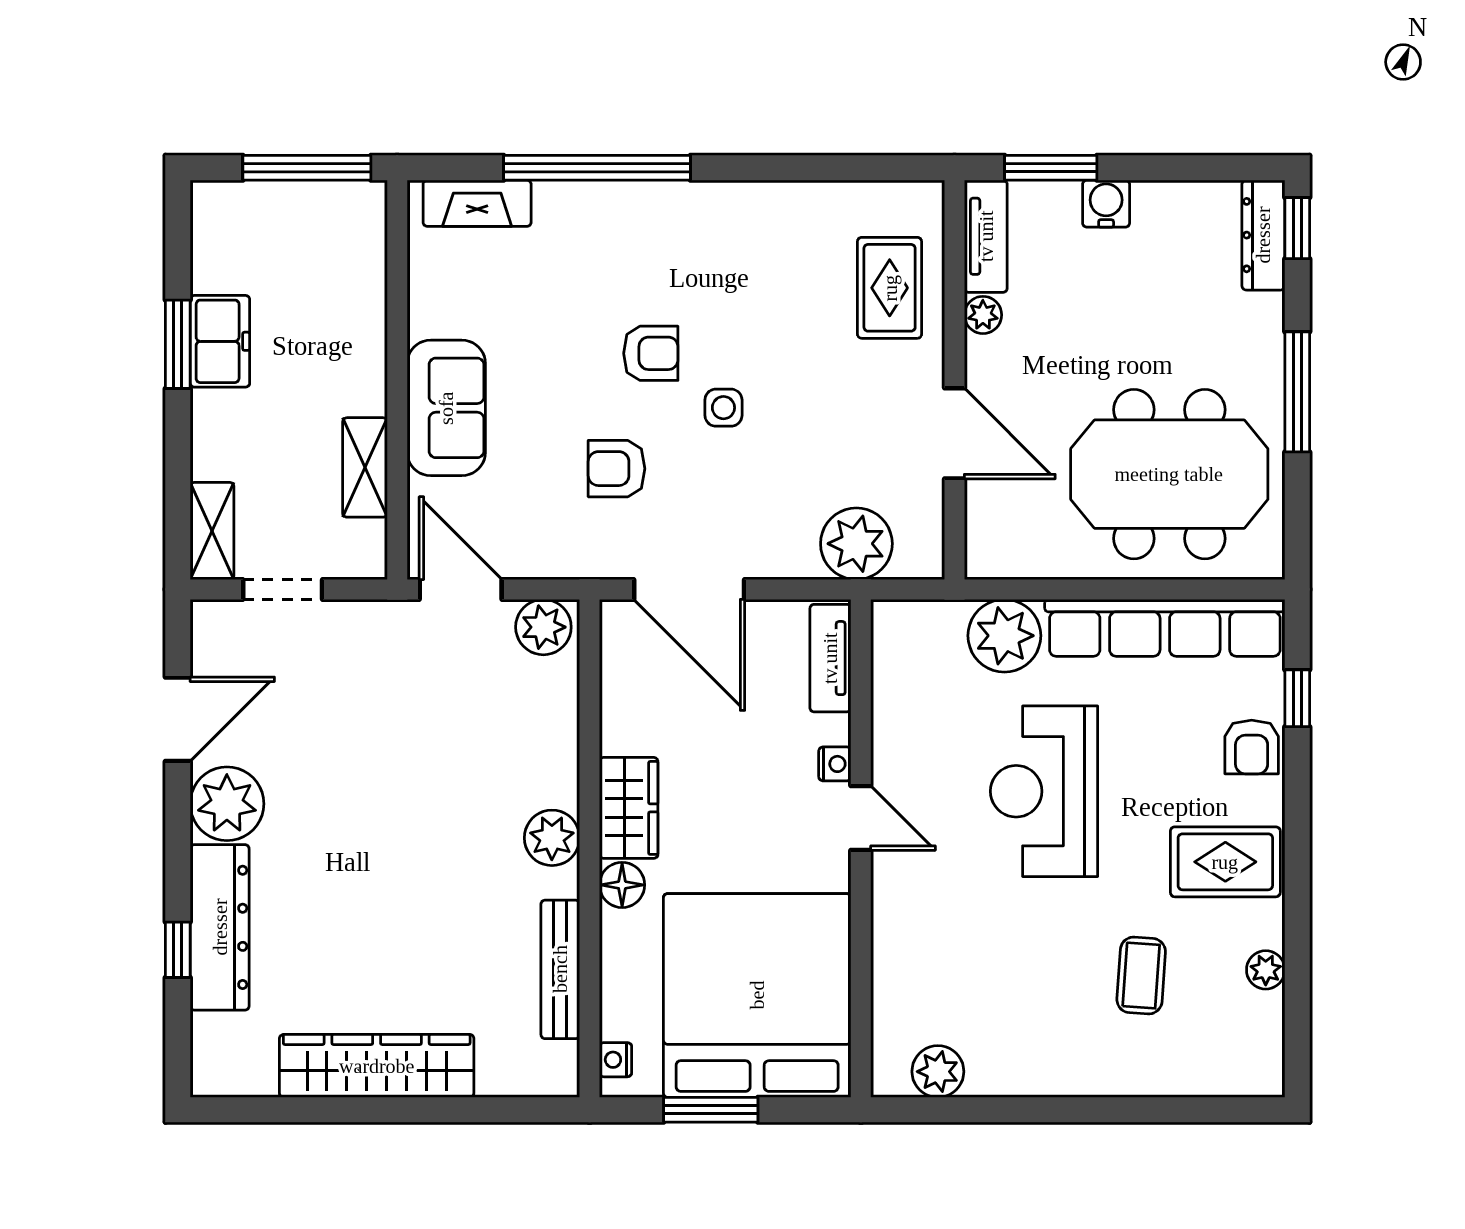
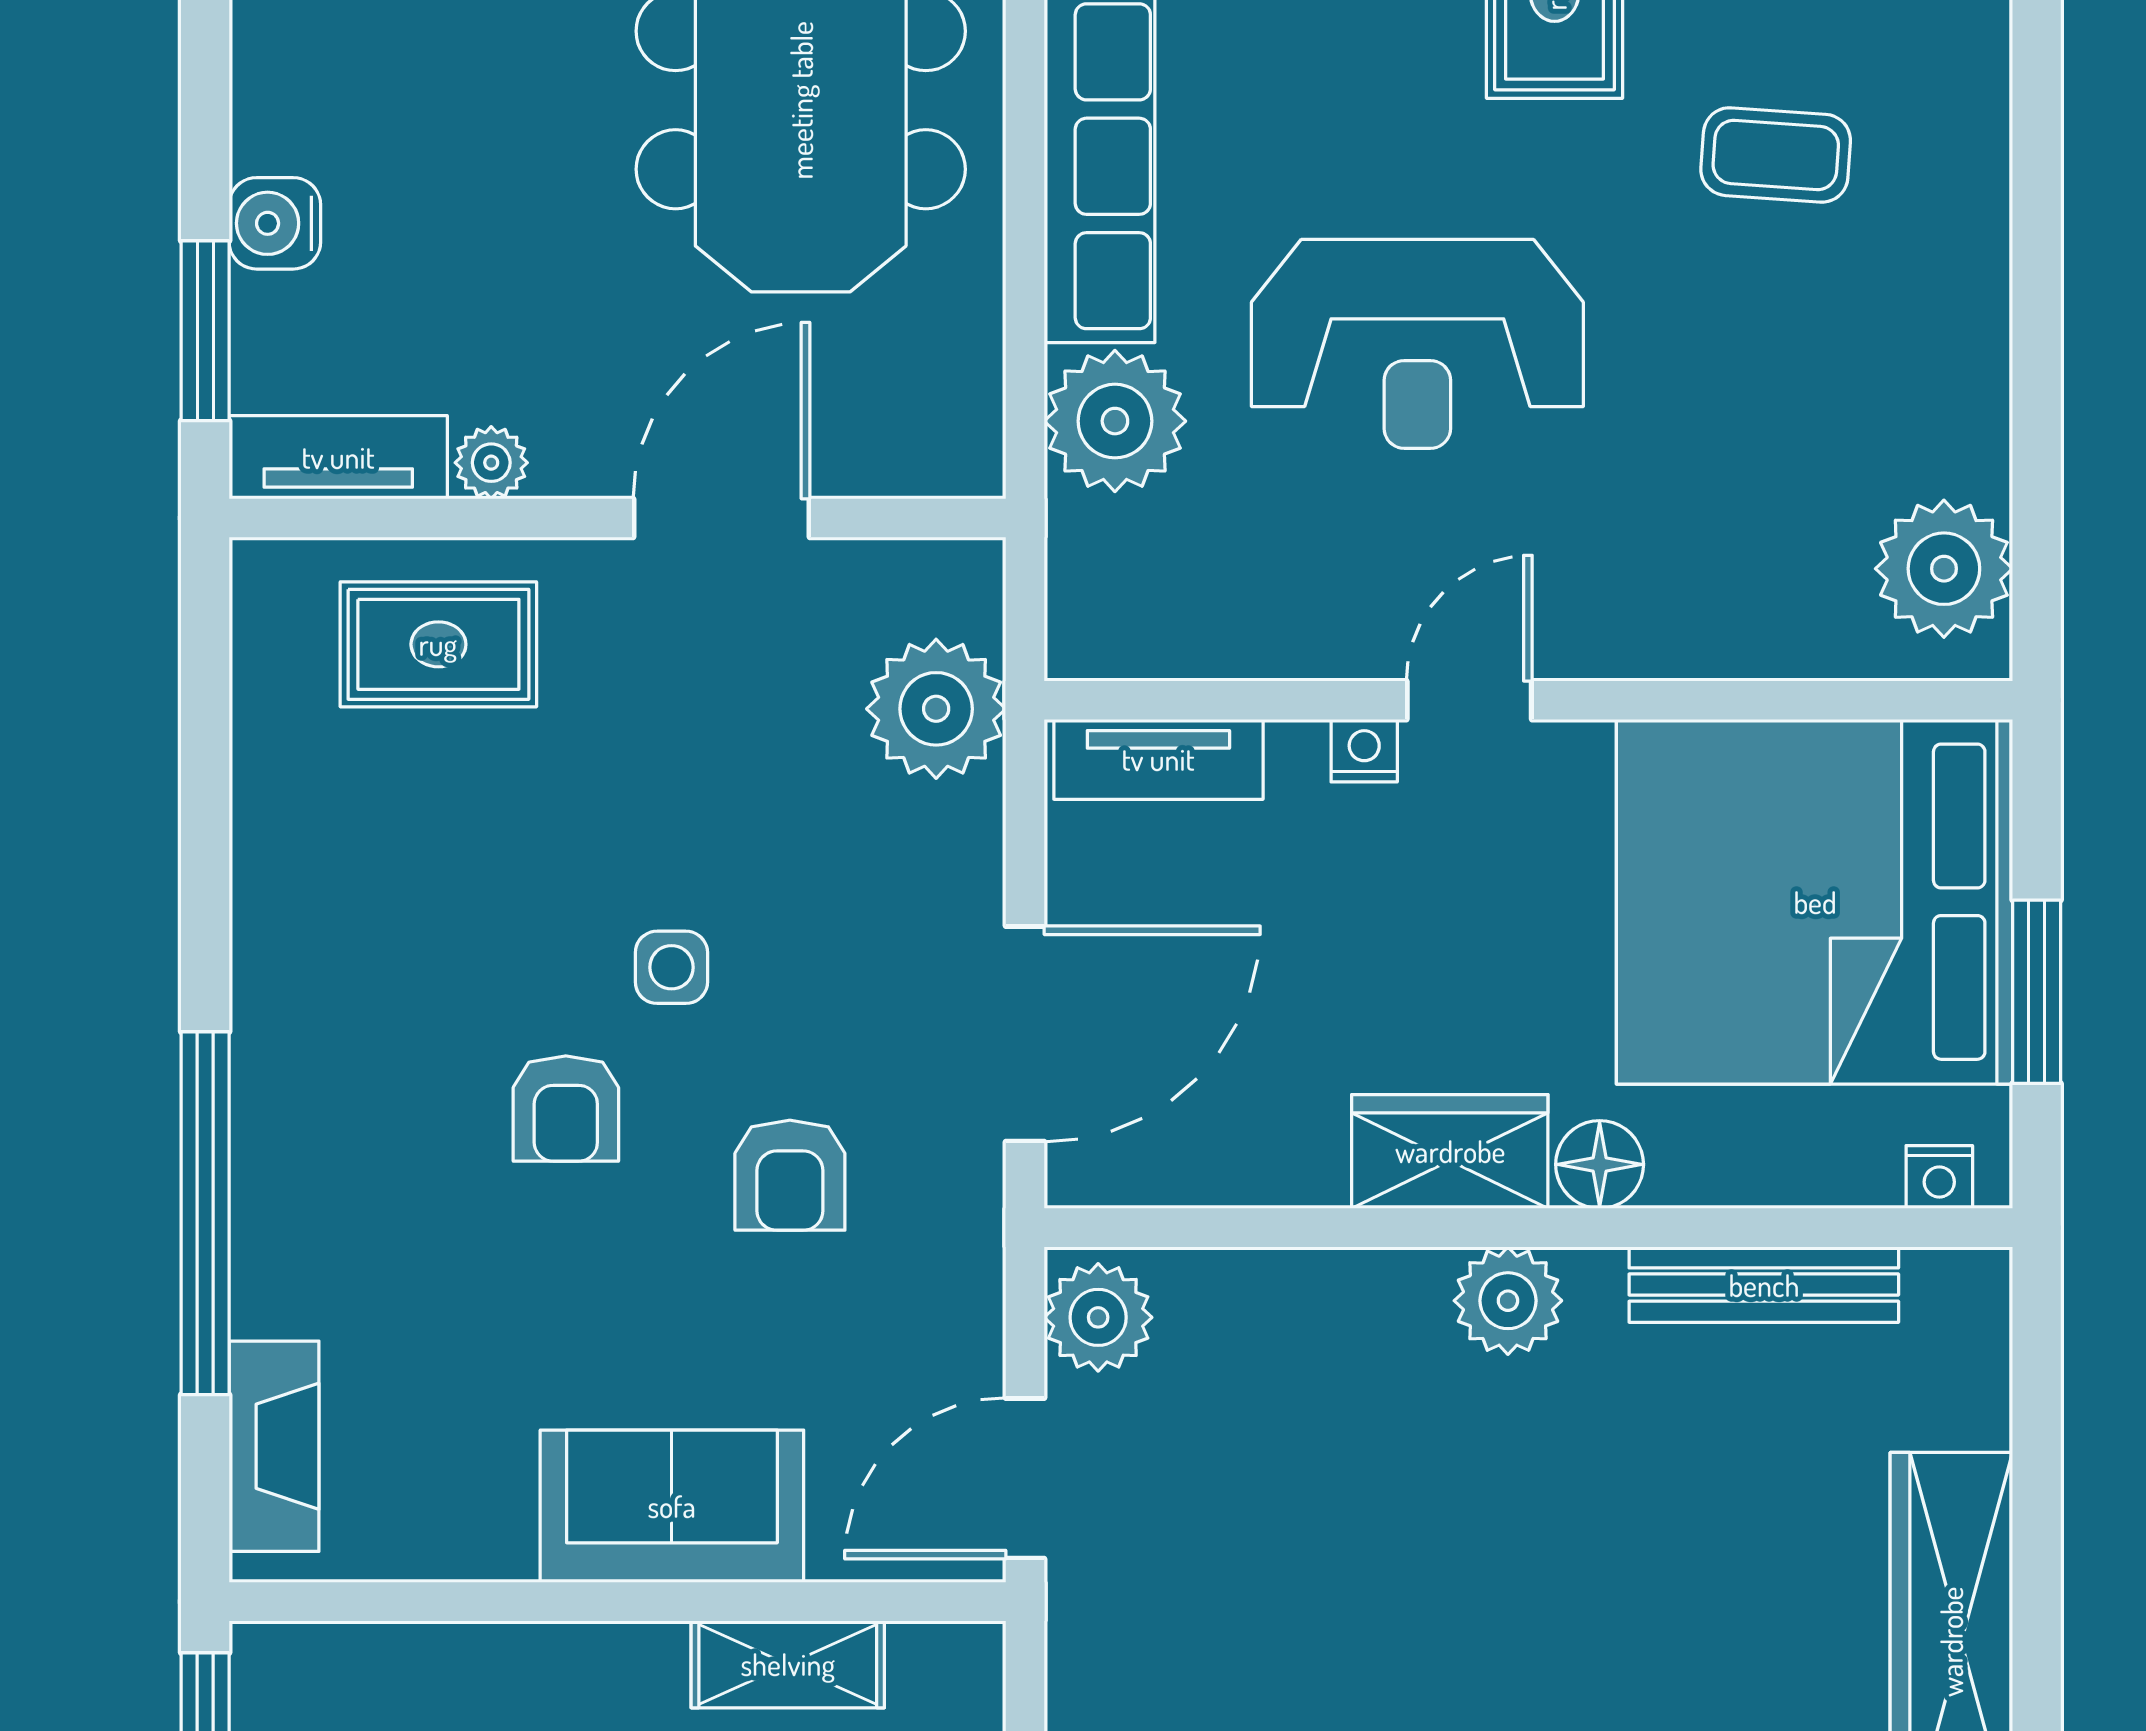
armchair: (651, 353) -> (566, 1108), turned 180
plant: (938, 1072) -> (1944, 569), width x1.36, depth x1.36

